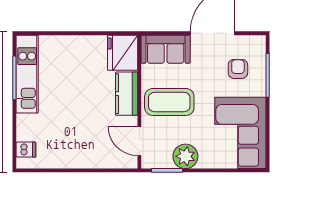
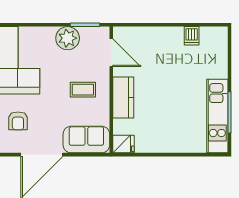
fridge: (123, 53) -> (124, 144), width x0.53, depth x0.75
coffee table: (169, 102) -> (83, 90), width x0.54, depth x0.58
dishwasher: (26, 150) -> (192, 36), moved, turned -90

